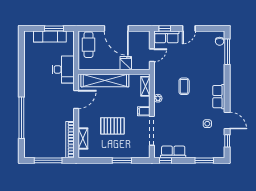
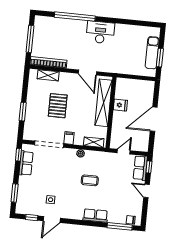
cafe table: (88, 45) -> (140, 90), removed
door: (152, 55) -> (124, 152), swing flipped
fridge: (126, 63) -> (120, 105), moved
desk: (63, 69) -> (100, 32), moved, turned 180
row of seats: (219, 97) -> (95, 216), moved

